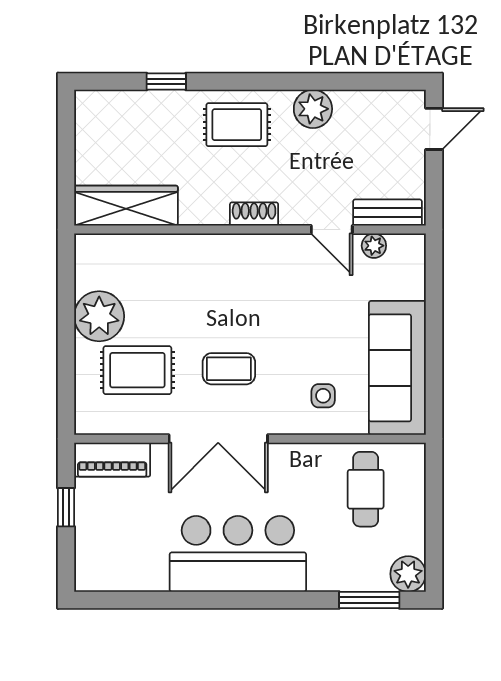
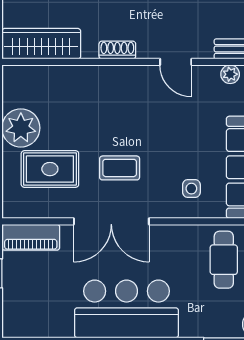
shoe rack: (254, 214) -> (117, 50), moved
door: (332, 230) -> (176, 62), moved

